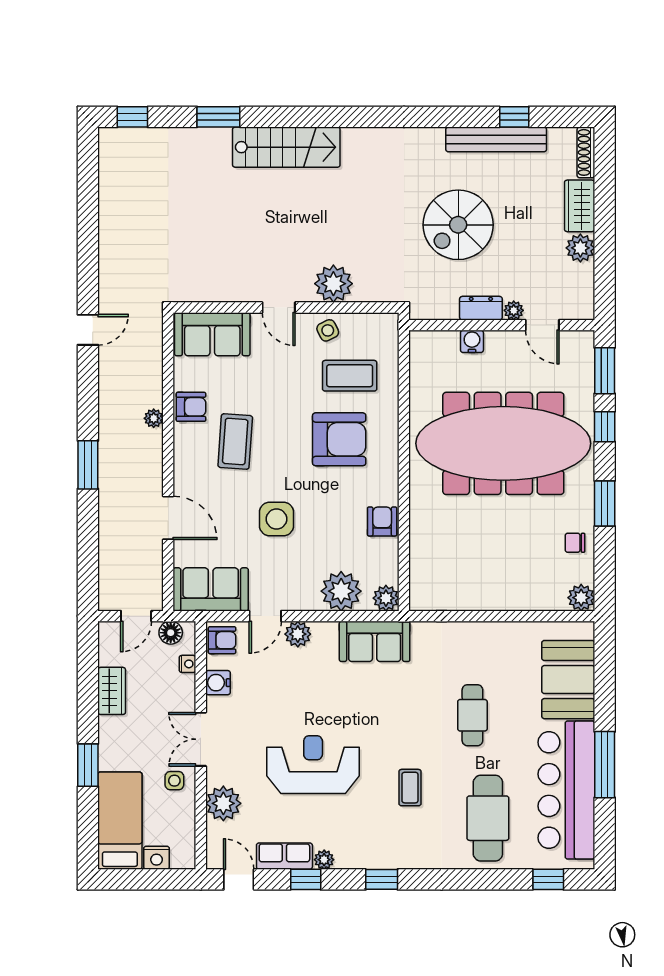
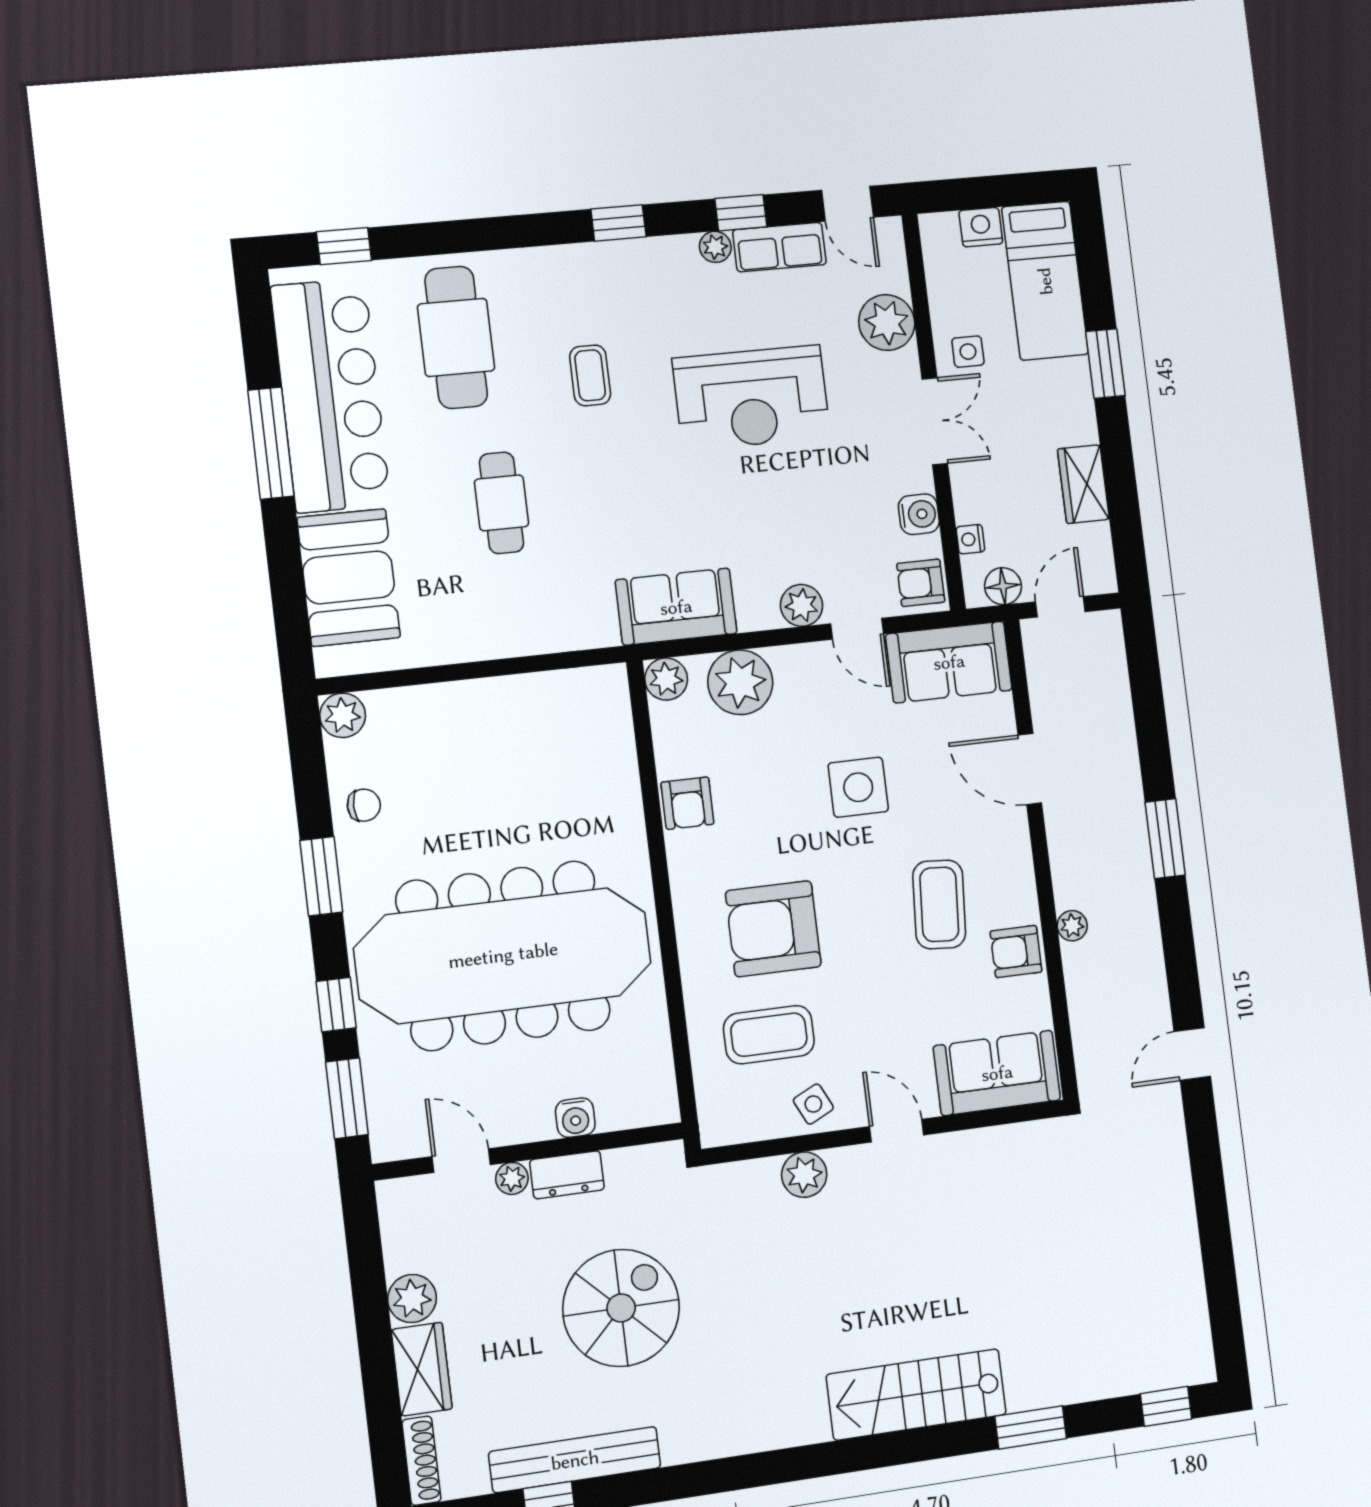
plant: (333, 284) -> (804, 1175), width x0.73, depth x0.73
door: (265, 616) -> (857, 629), swing flipped

